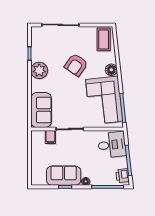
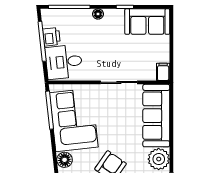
sofa: (41, 110) -> (156, 116), width x1.36
filing cabinet: (50, 137) -> (163, 72), moved
sofa: (64, 176) -> (147, 22), moved
printer: (123, 176) -> (51, 37), moved

